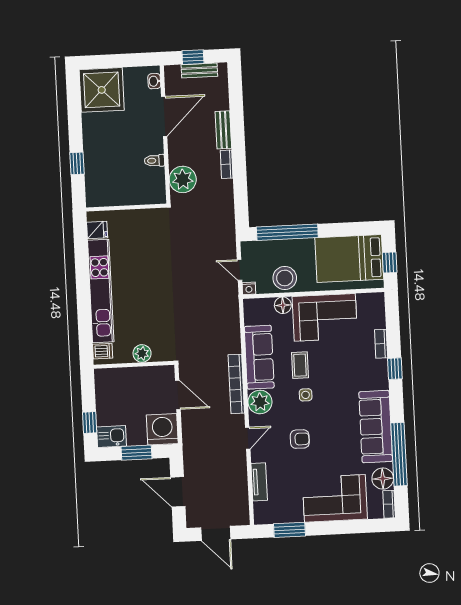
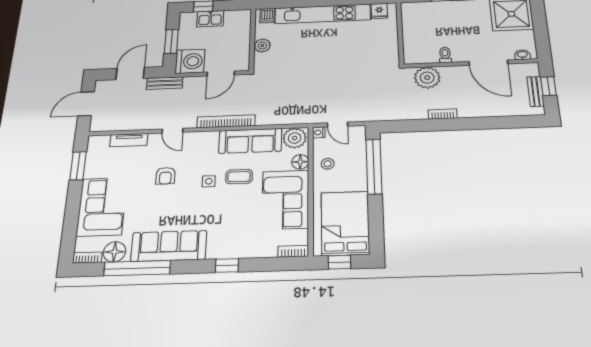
bench: (223, 130) -> (165, 83), moved
door: (239, 270) -> (337, 125), swing flipped
stool: (285, 278) -> (328, 164), width x0.53, depth x0.53
bookcase: (381, 344) -> (293, 251), moved
plant: (260, 402) -> (295, 138), moved
kitchen sink: (111, 437) -> (210, 19), moved, turned 90

